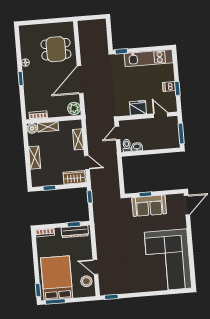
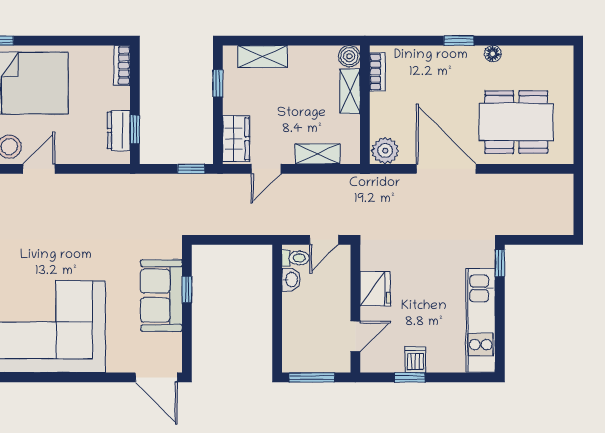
dining table: (56, 49) -> (516, 122), width x1.37
door: (117, 133) -> (324, 240), swing flipped
shelving: (35, 158) -> (262, 57), moved
dresser: (75, 232) -> (119, 130), width x0.70

